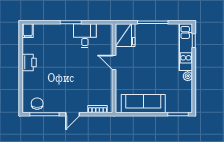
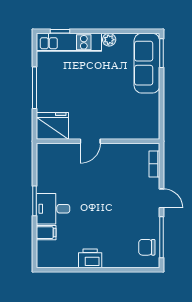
filing cabinet: (28, 31) -> (46, 233), moved
desk: (85, 36) -> (53, 209), moved
sofa: (143, 104) -> (147, 63), moved

